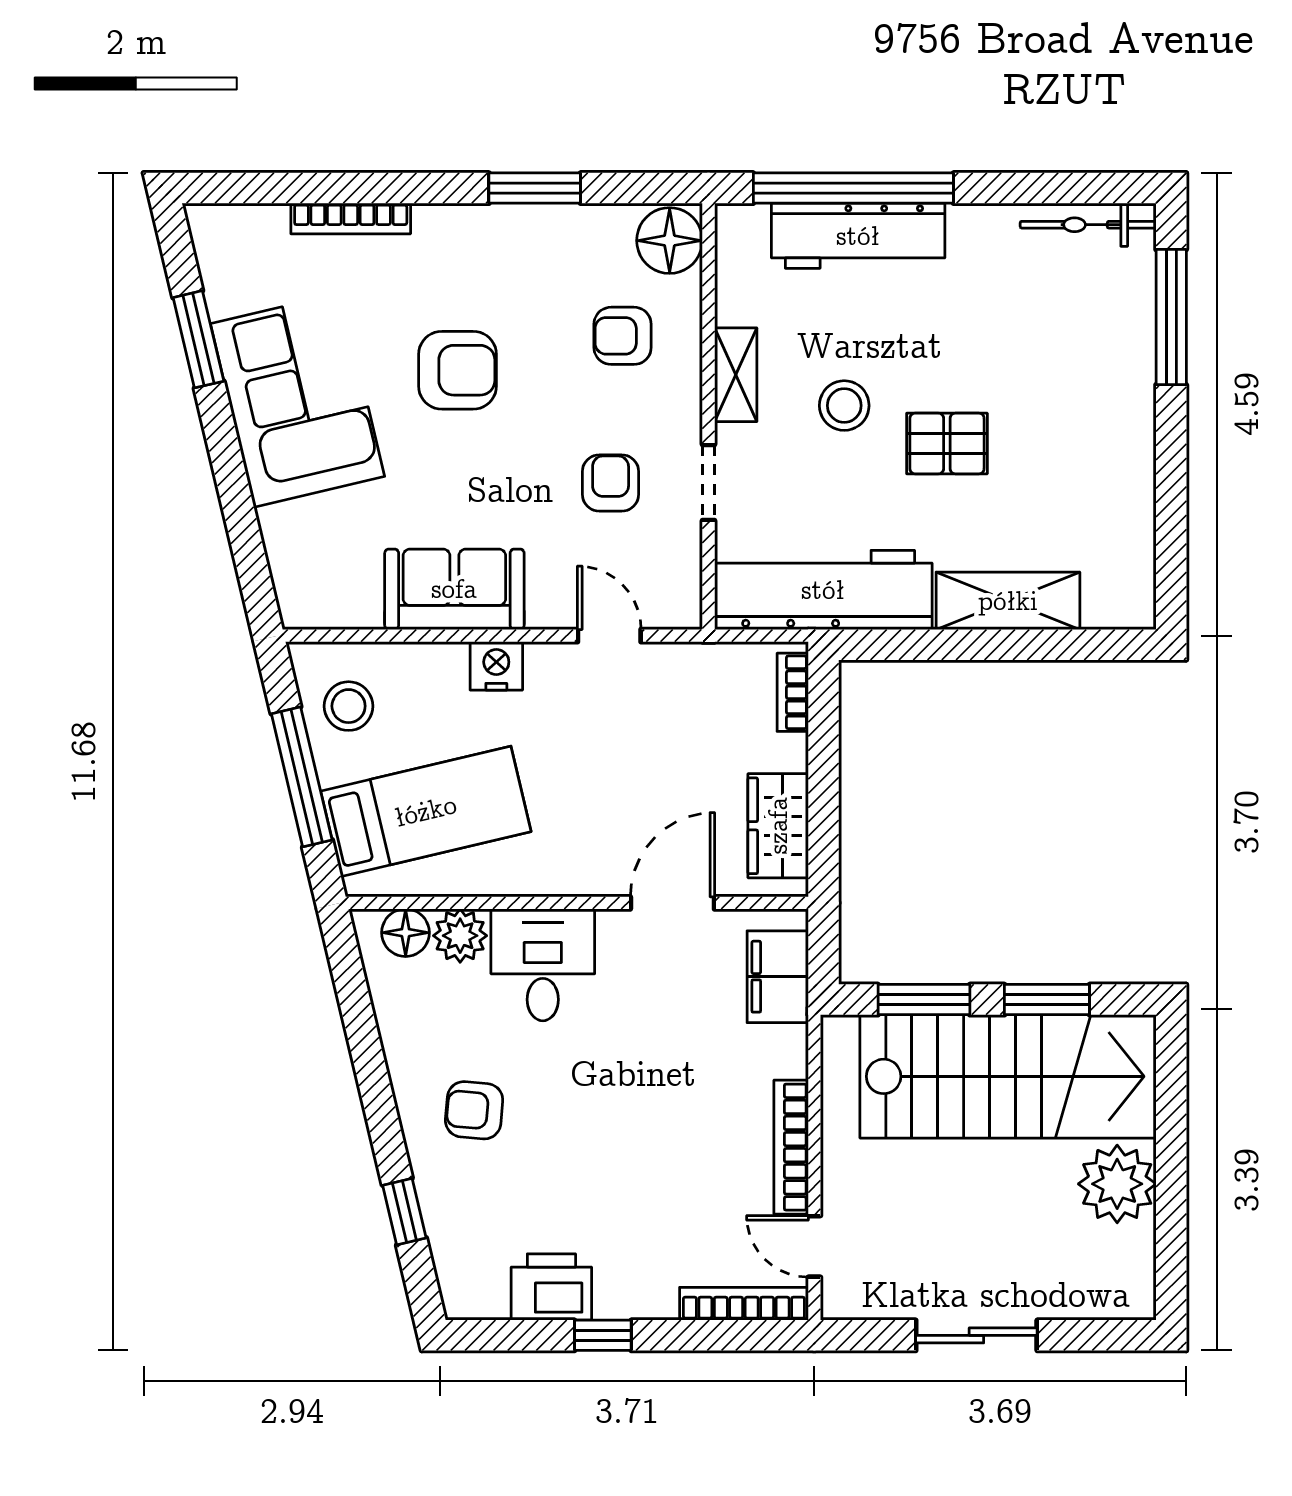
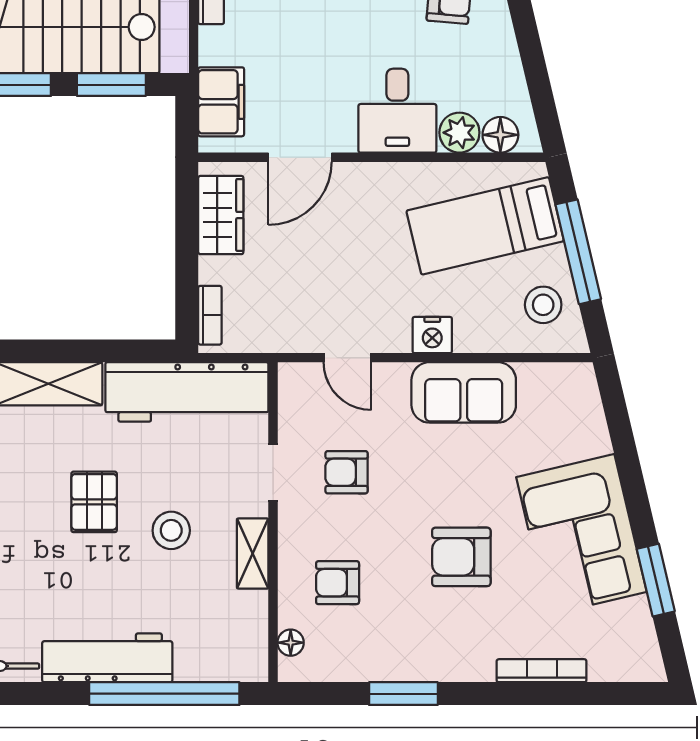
workbench: (858, 236) -> (107, 658), moved
floor lamp: (670, 241) -> (291, 643), width x0.53, depth x0.53
armchair: (623, 336) -> (338, 583), turned 180
pallet: (947, 443) -> (94, 502), turned 90
armchair: (611, 483) -> (347, 472), turned 90

